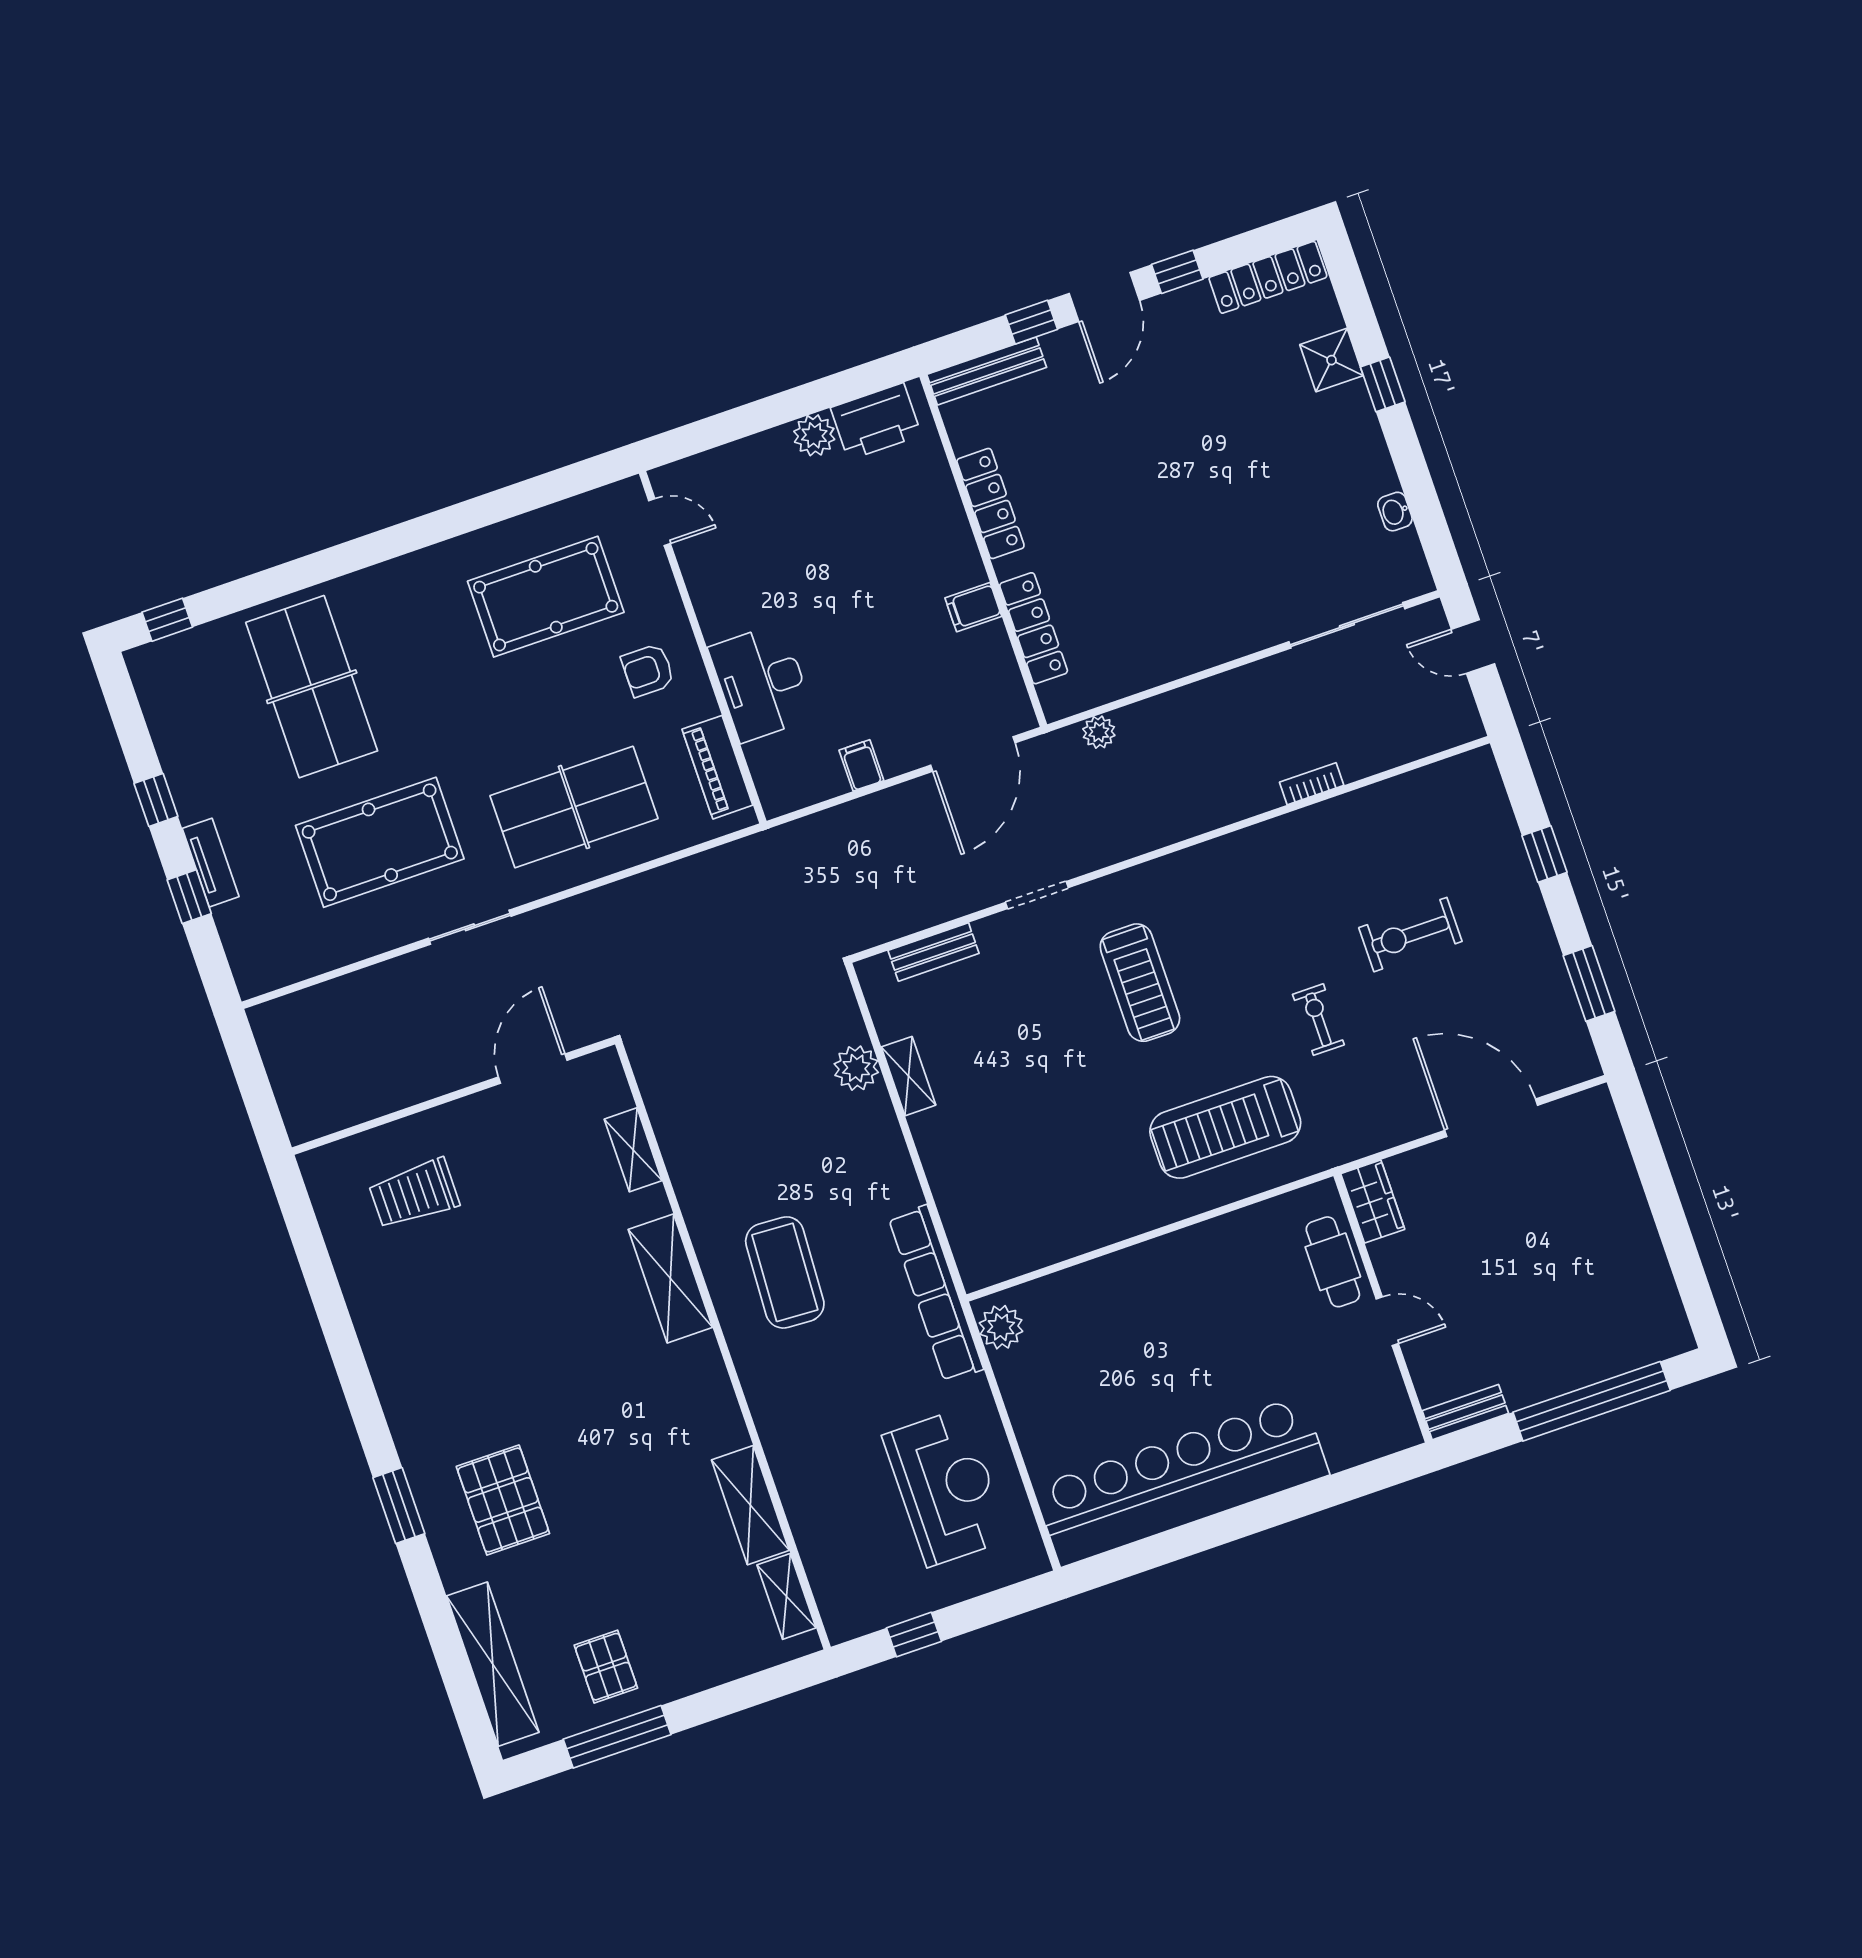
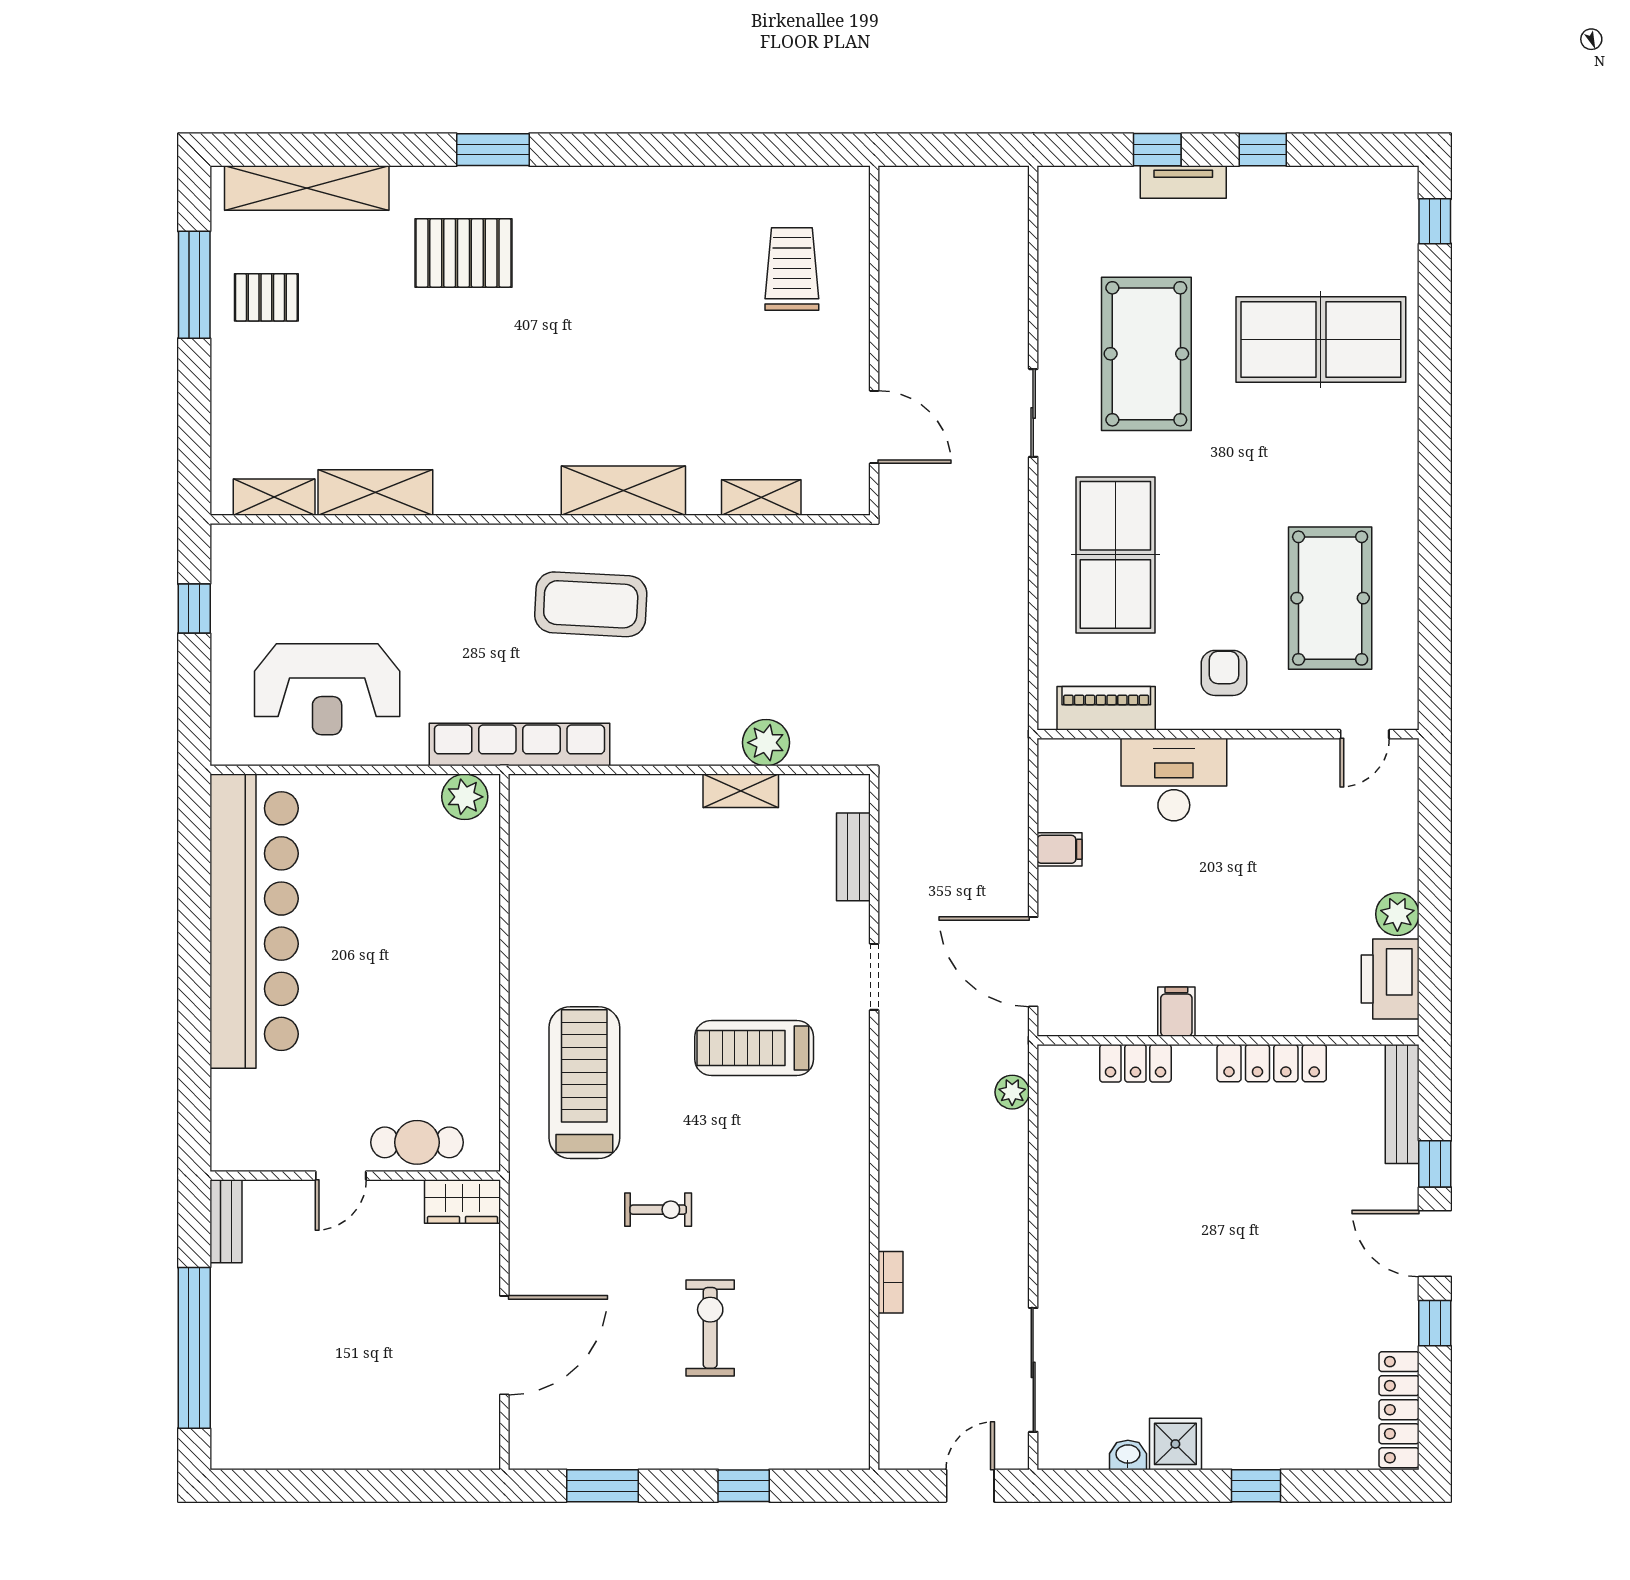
shower: (1332, 360) -> (1175, 1444), moved
locker: (1034, 628) -> (1135, 1063), width x0.66

